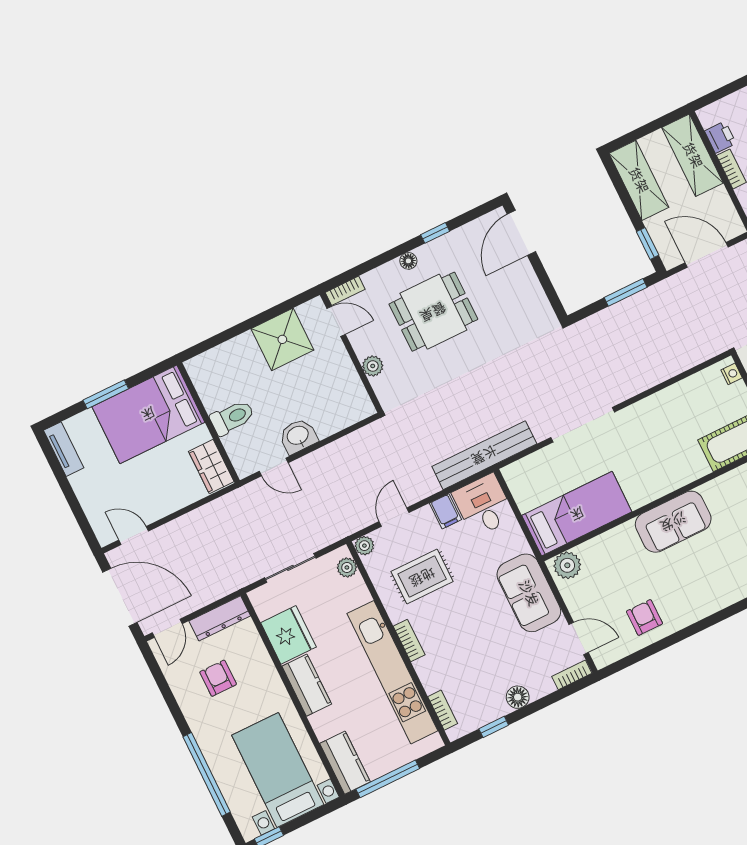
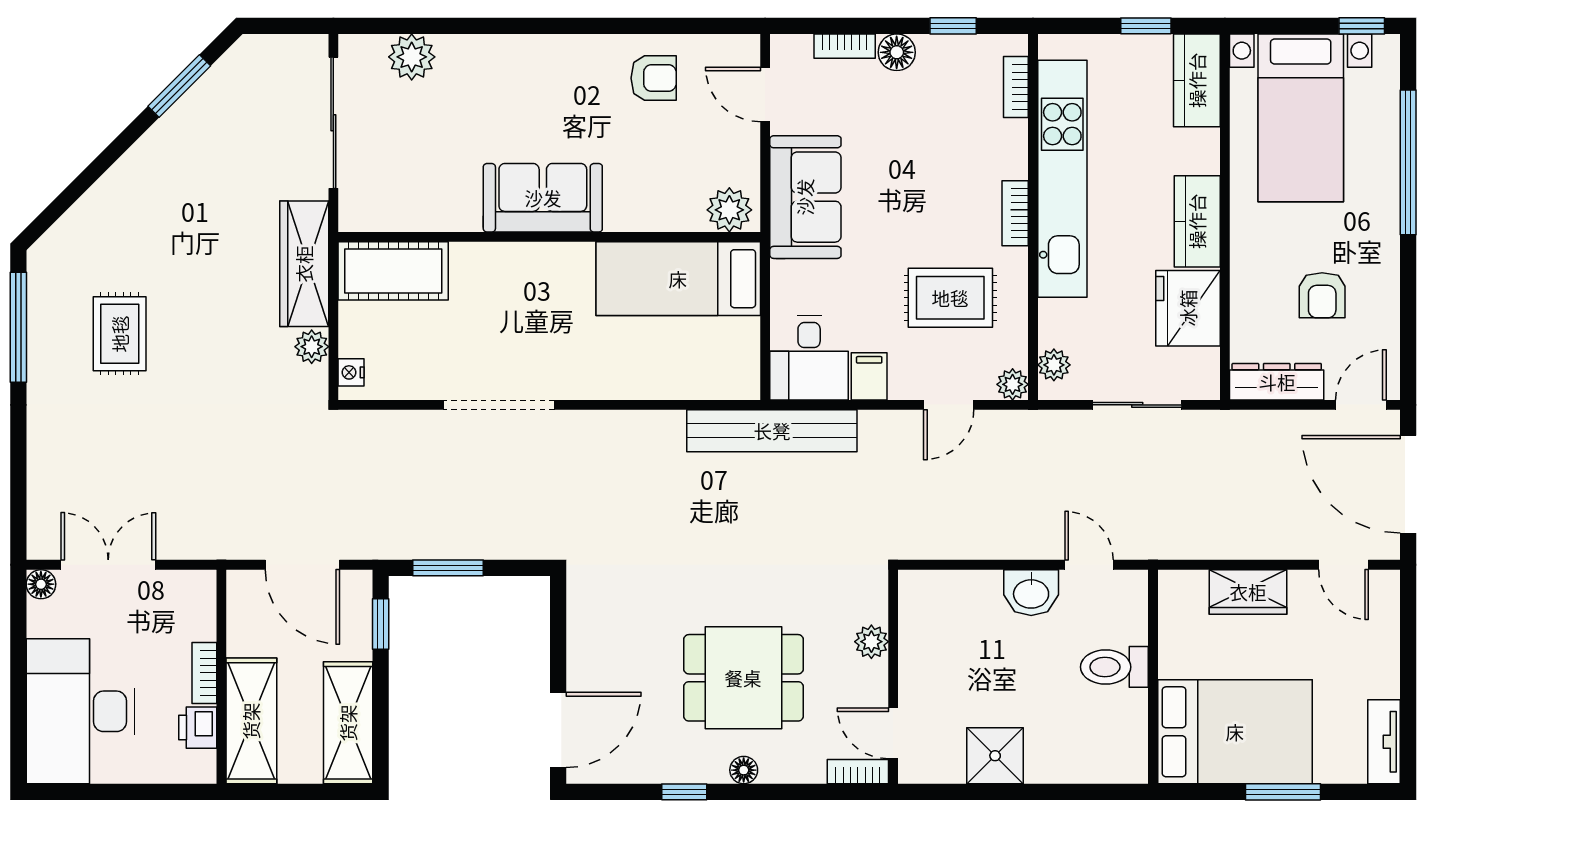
shower: (282, 339) -> (995, 756), width x0.73, depth x0.73
doorway: (583, 425) -> (499, 405), moved
wardrobe: (211, 467) -> (1248, 592), moved, turned 90
armchair: (644, 617) -> (654, 78), turned -90
bookcase: (572, 675) -> (845, 46), moved
window: (388, 779) -> (1146, 26), width x0.46

